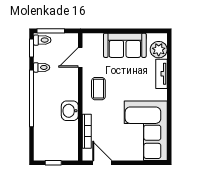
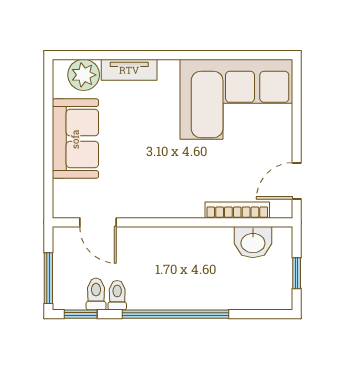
toilet: (42, 40) -> (96, 294), moved
coffee table: (98, 89) -> (157, 188), removed
washbasin: (70, 111) -> (253, 242), moved

